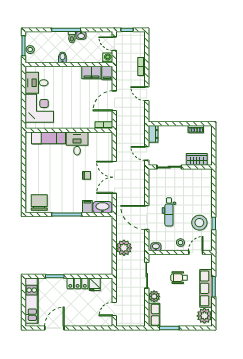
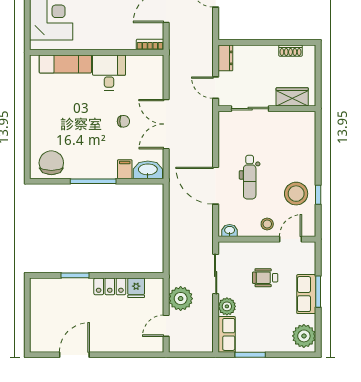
plant: (124, 248) -> (181, 299), moved
row of seats: (206, 288) -> (306, 294), width x0.68
kitchen unit: (32, 301) -> (40, 313), removed

